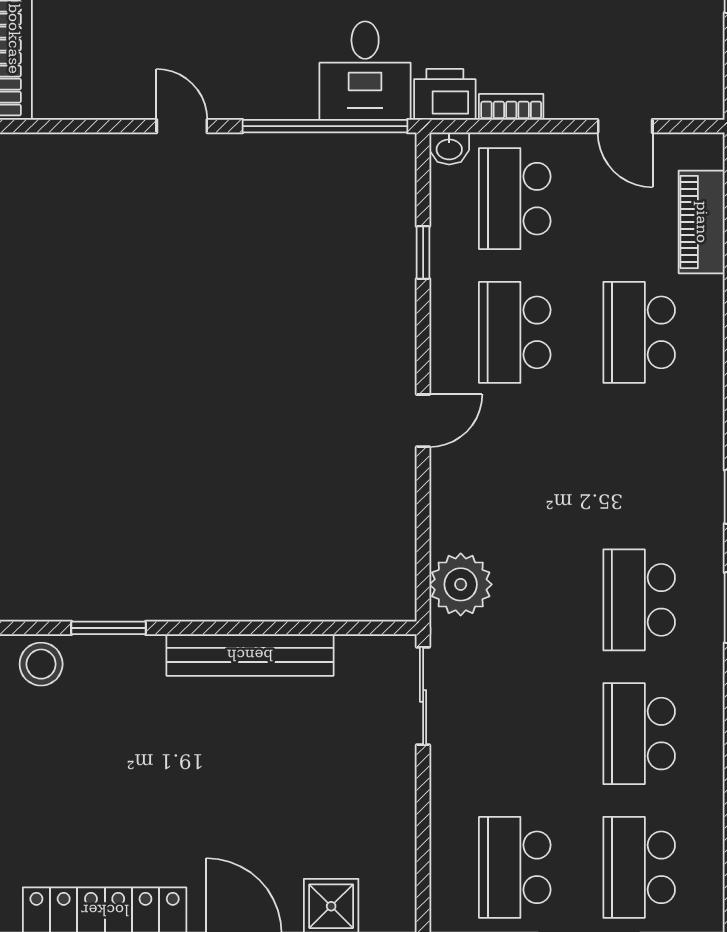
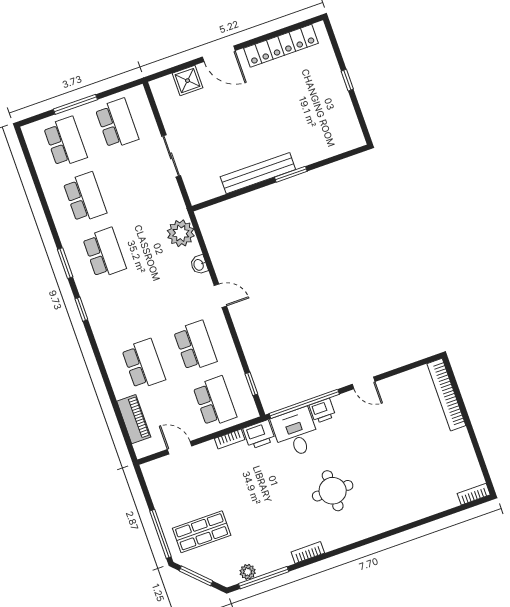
printer: (291, 97) -> (322, 411), added
washbasin: (449, 148) -> (199, 265), moved, turned -90
window: (423, 252) -> (251, 384), moved
door: (423, 421) -> (220, 296), swing flipped
window: (109, 628) -> (291, 174), moved
stool: (41, 664) -> (343, 139), removed
sliding door: (423, 696) -> (171, 156), moved

